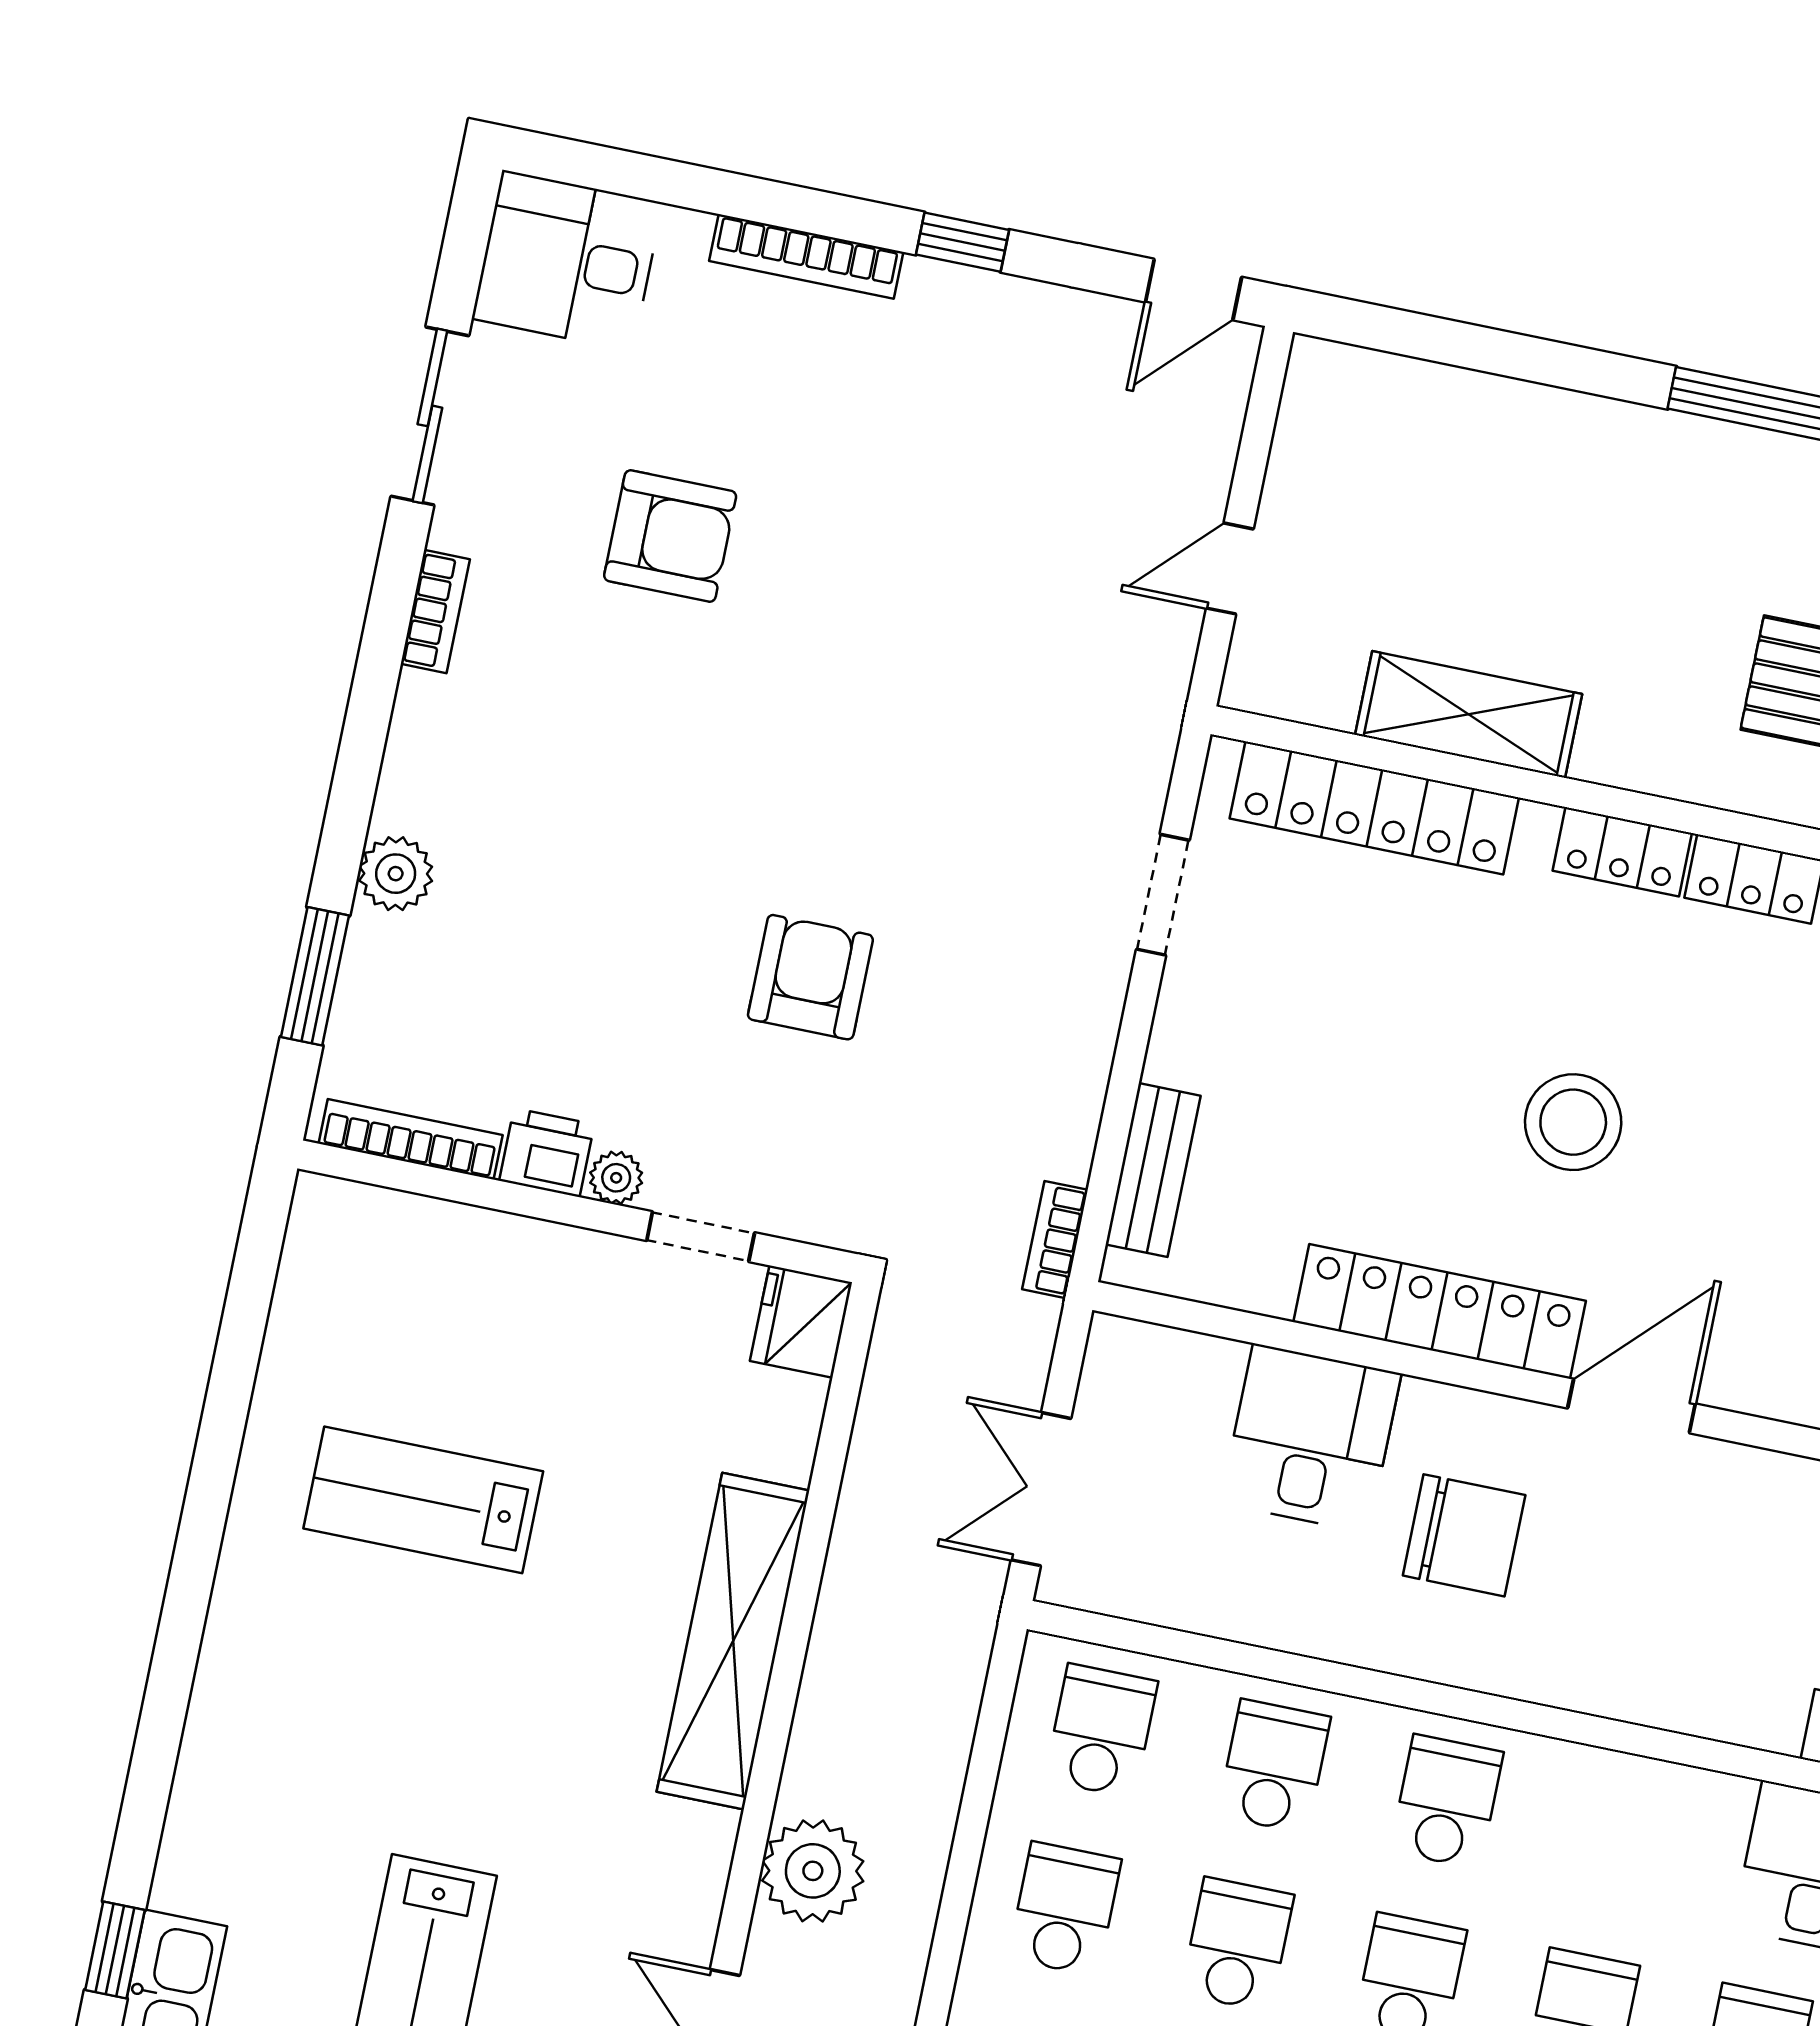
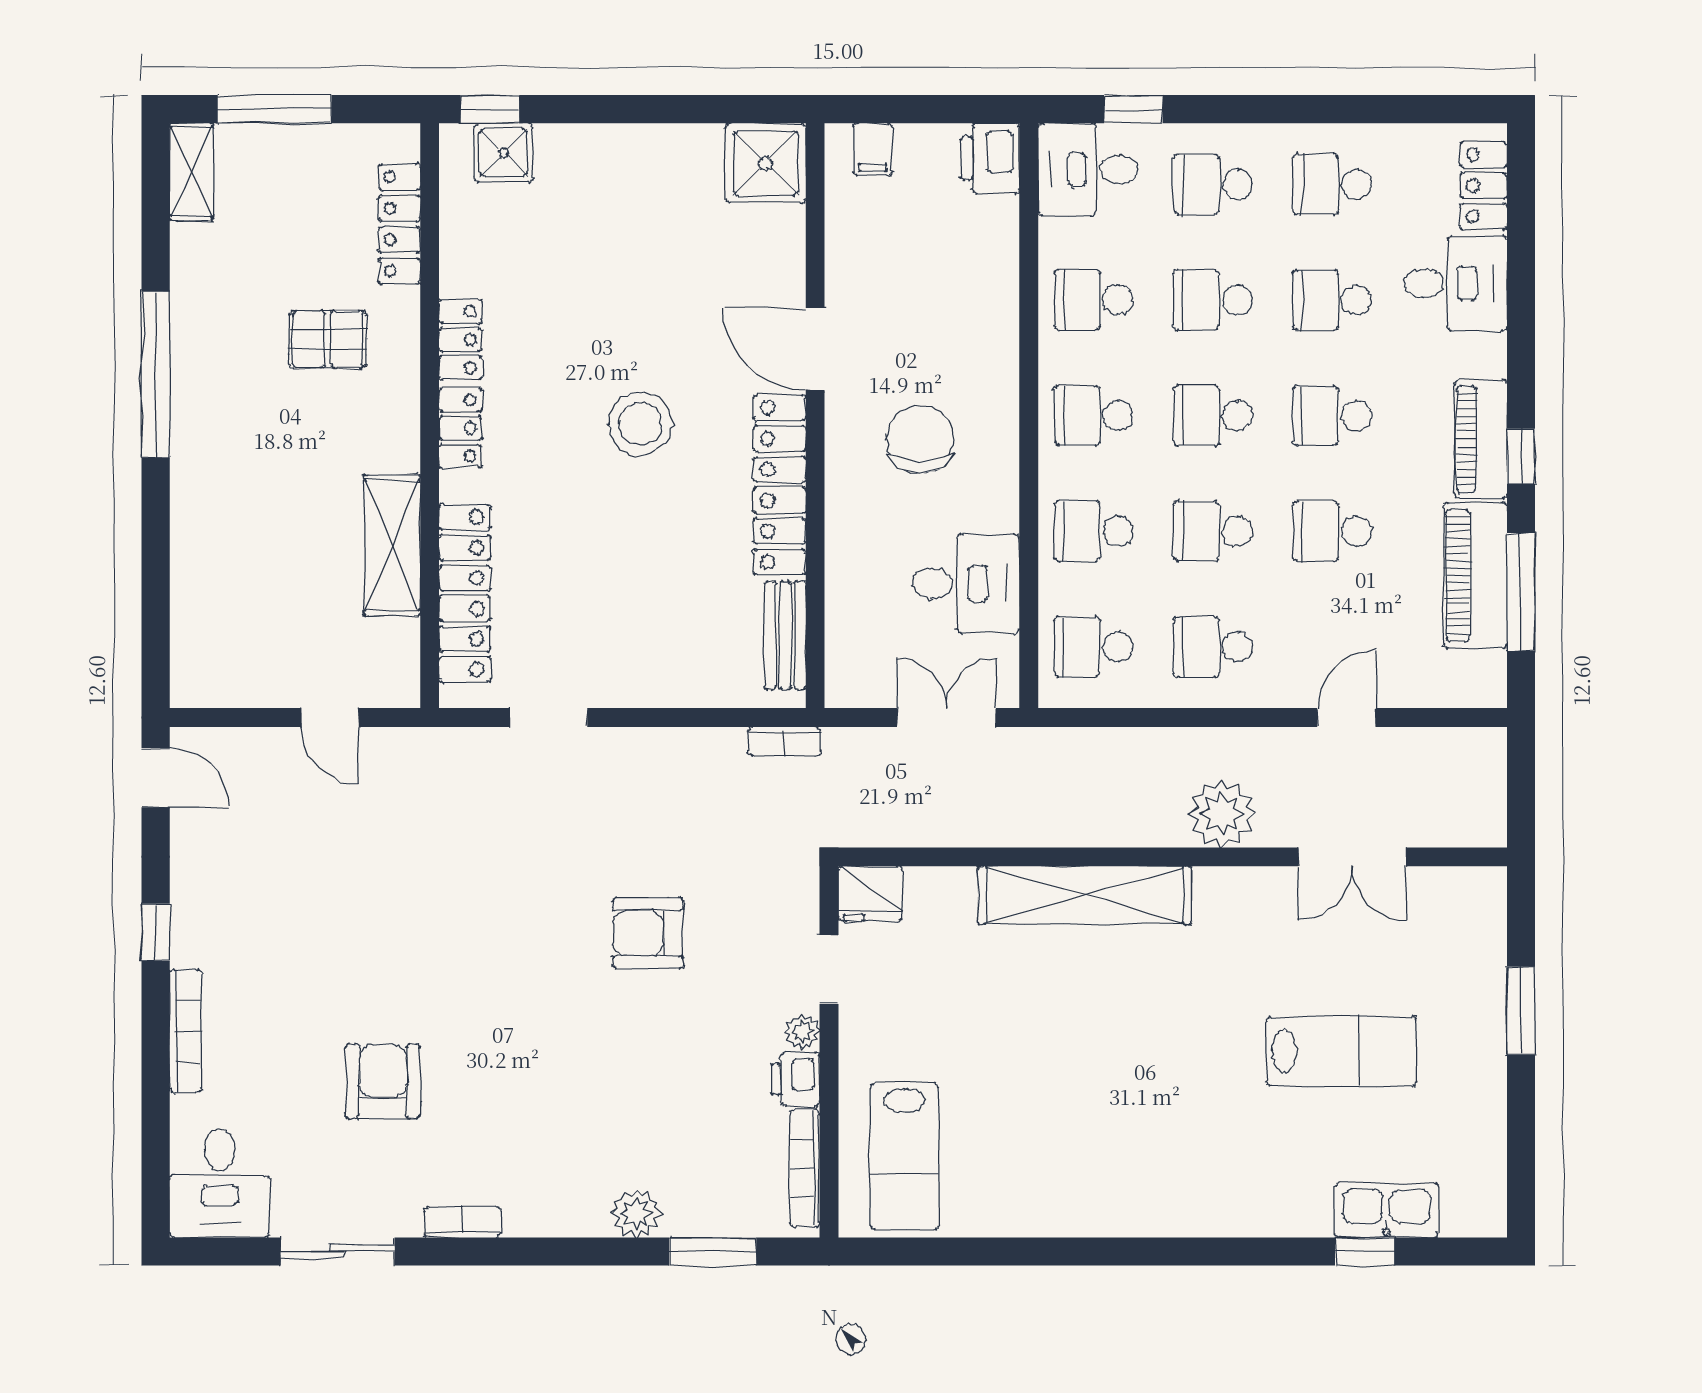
bench: (1153, 1170) -> (785, 635), moved, turned 90
desk: (1311, 1438) -> (966, 583), moved, turned 180
double door: (1041, 1489) -> (946, 717), swing flipped
lab bench: (423, 1500) -> (904, 1156), moved
school desk: (1619, 1837) -> (1094, 300), added

